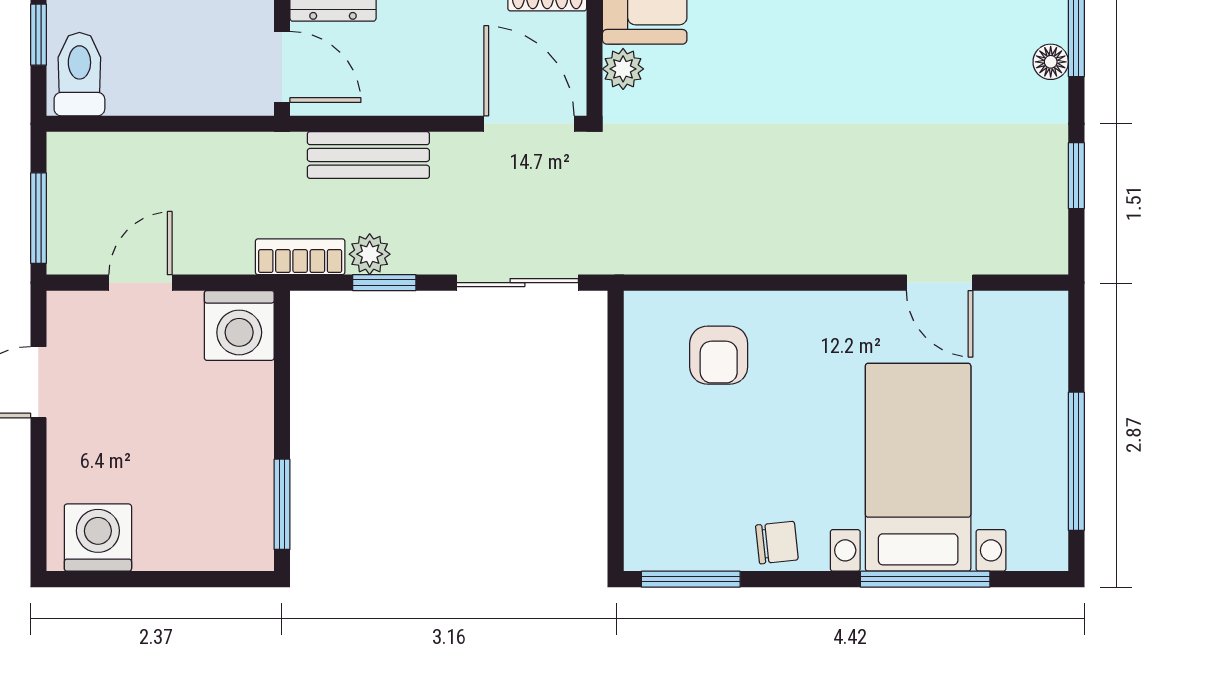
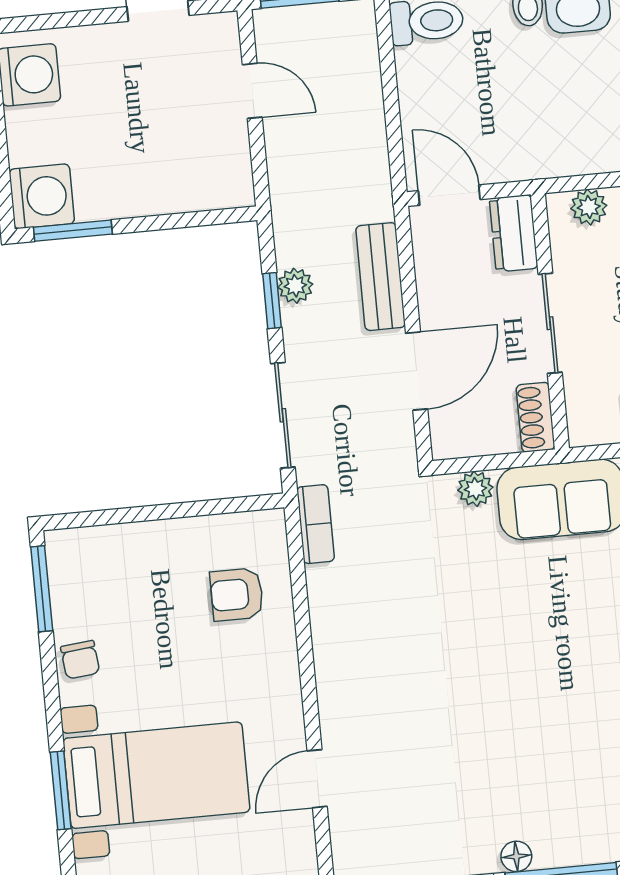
door: (282, 67) -> (449, 195), swing flipped
door: (529, 124) -> (417, 371), moved
bookcase: (300, 257) -> (316, 524), moved
washing machine: (239, 325) -> (42, 196), moved, turned 180
window: (925, 579) -> (61, 790), width x0.69

